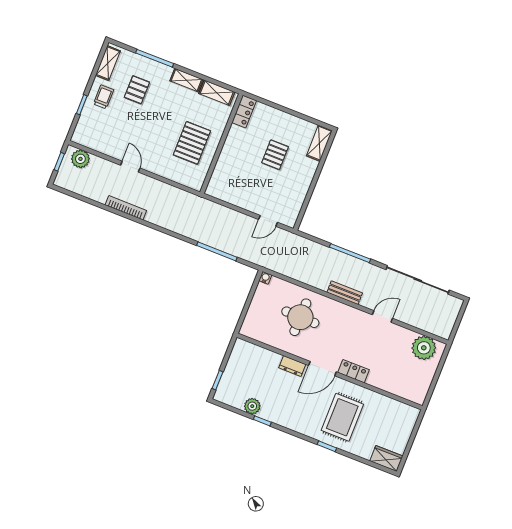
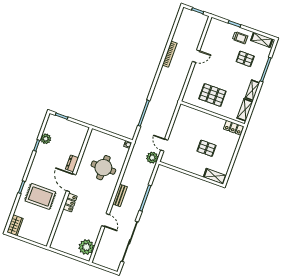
plant: (80, 159) -> (152, 158), moved

